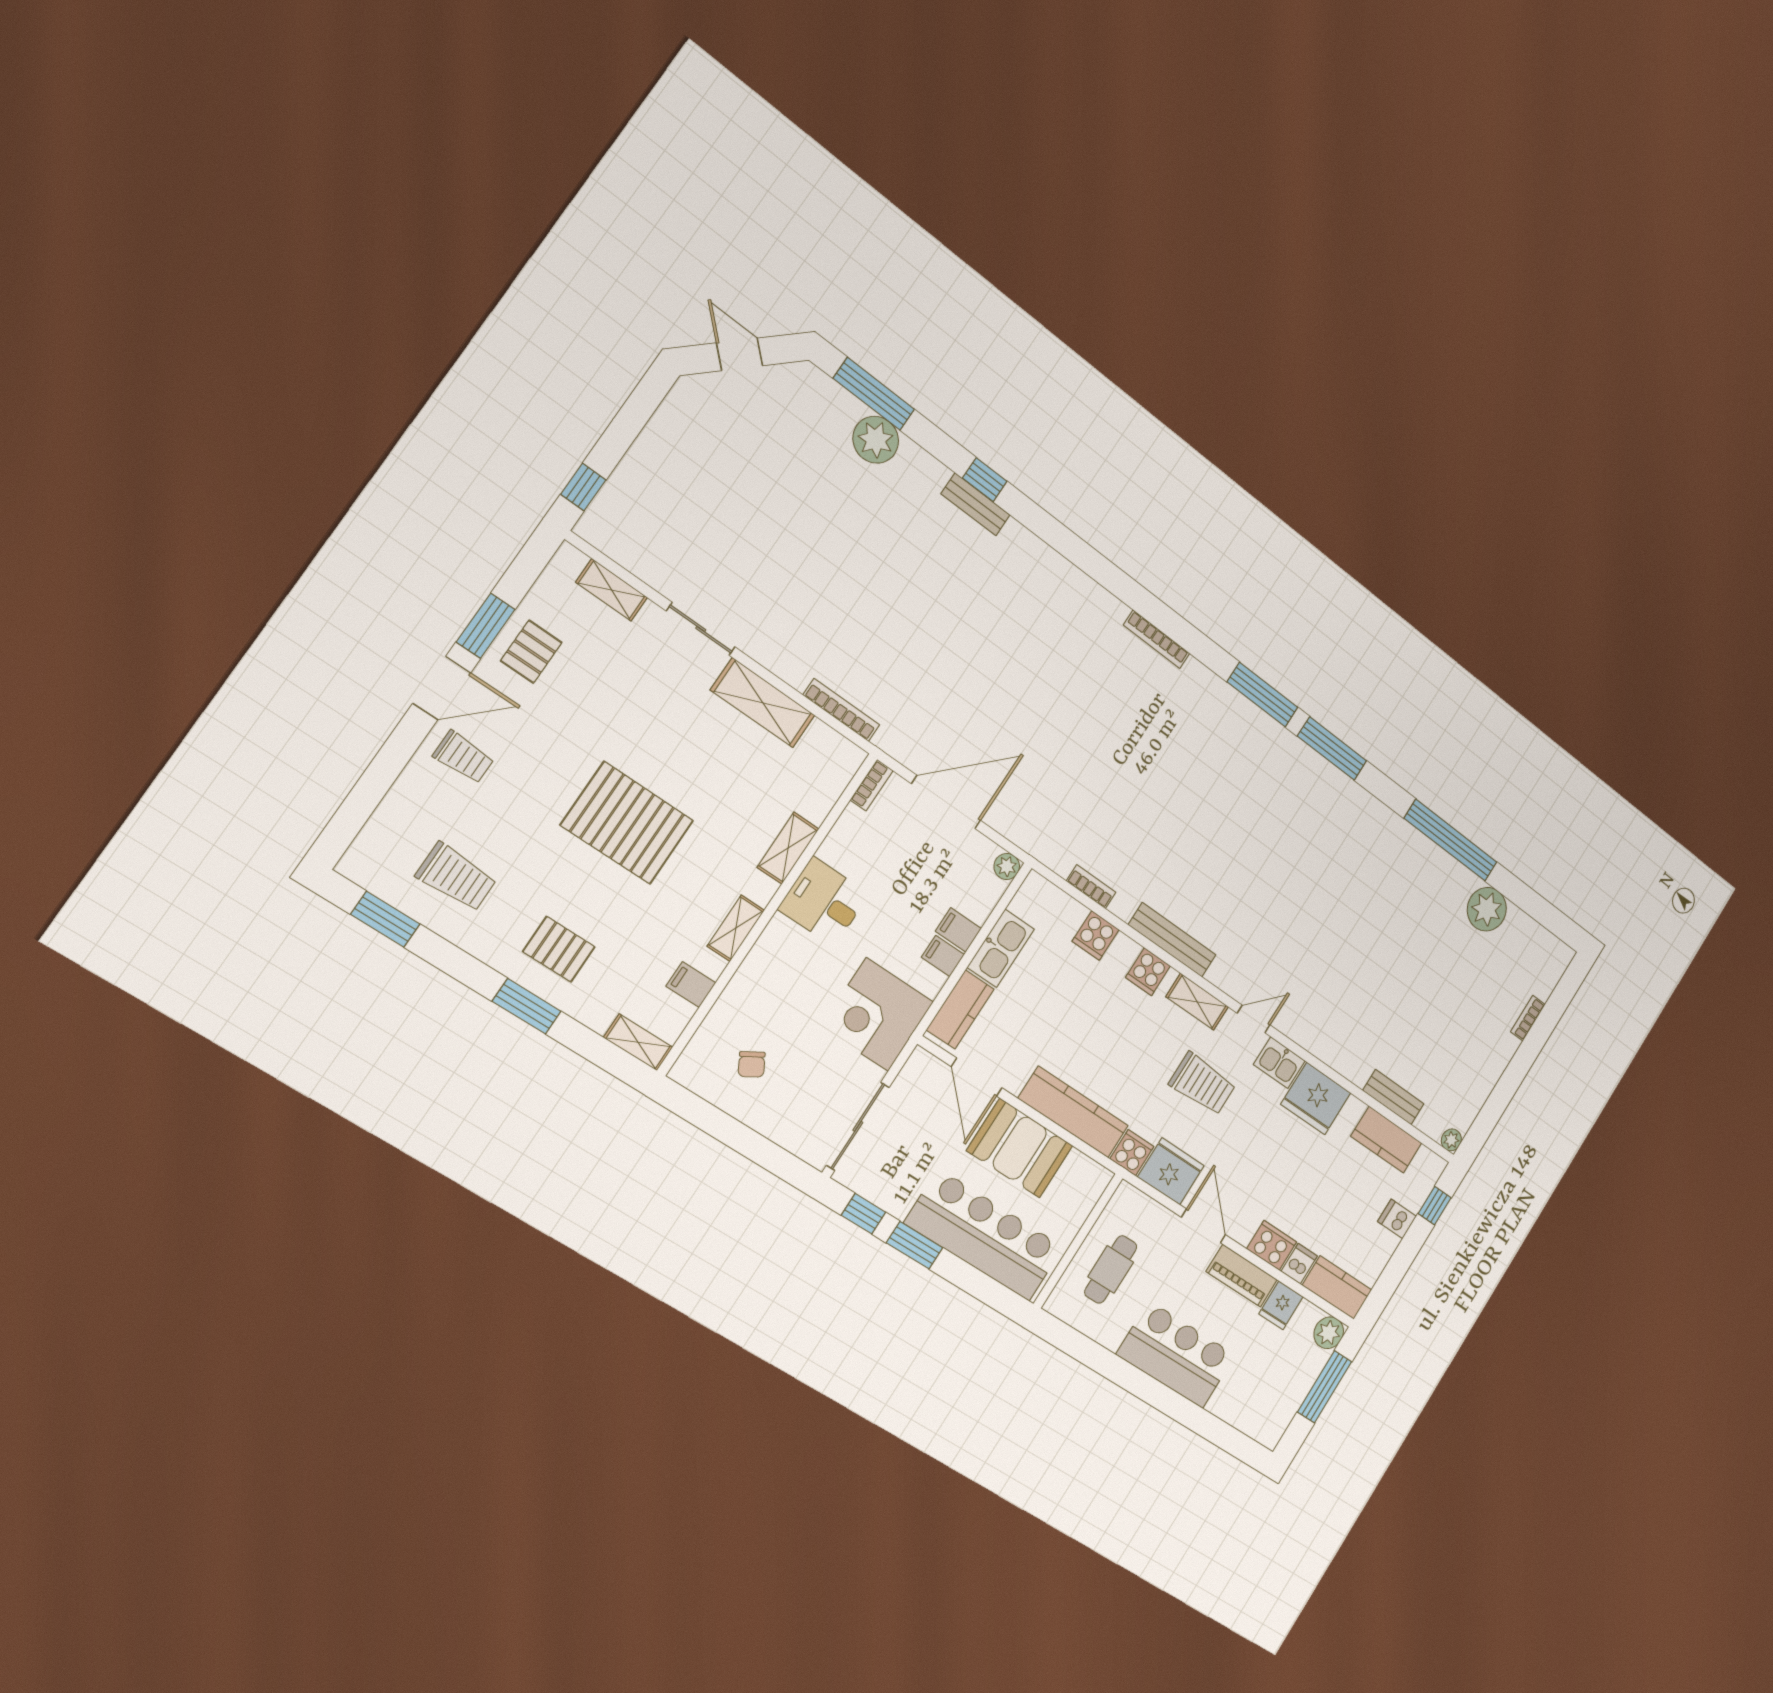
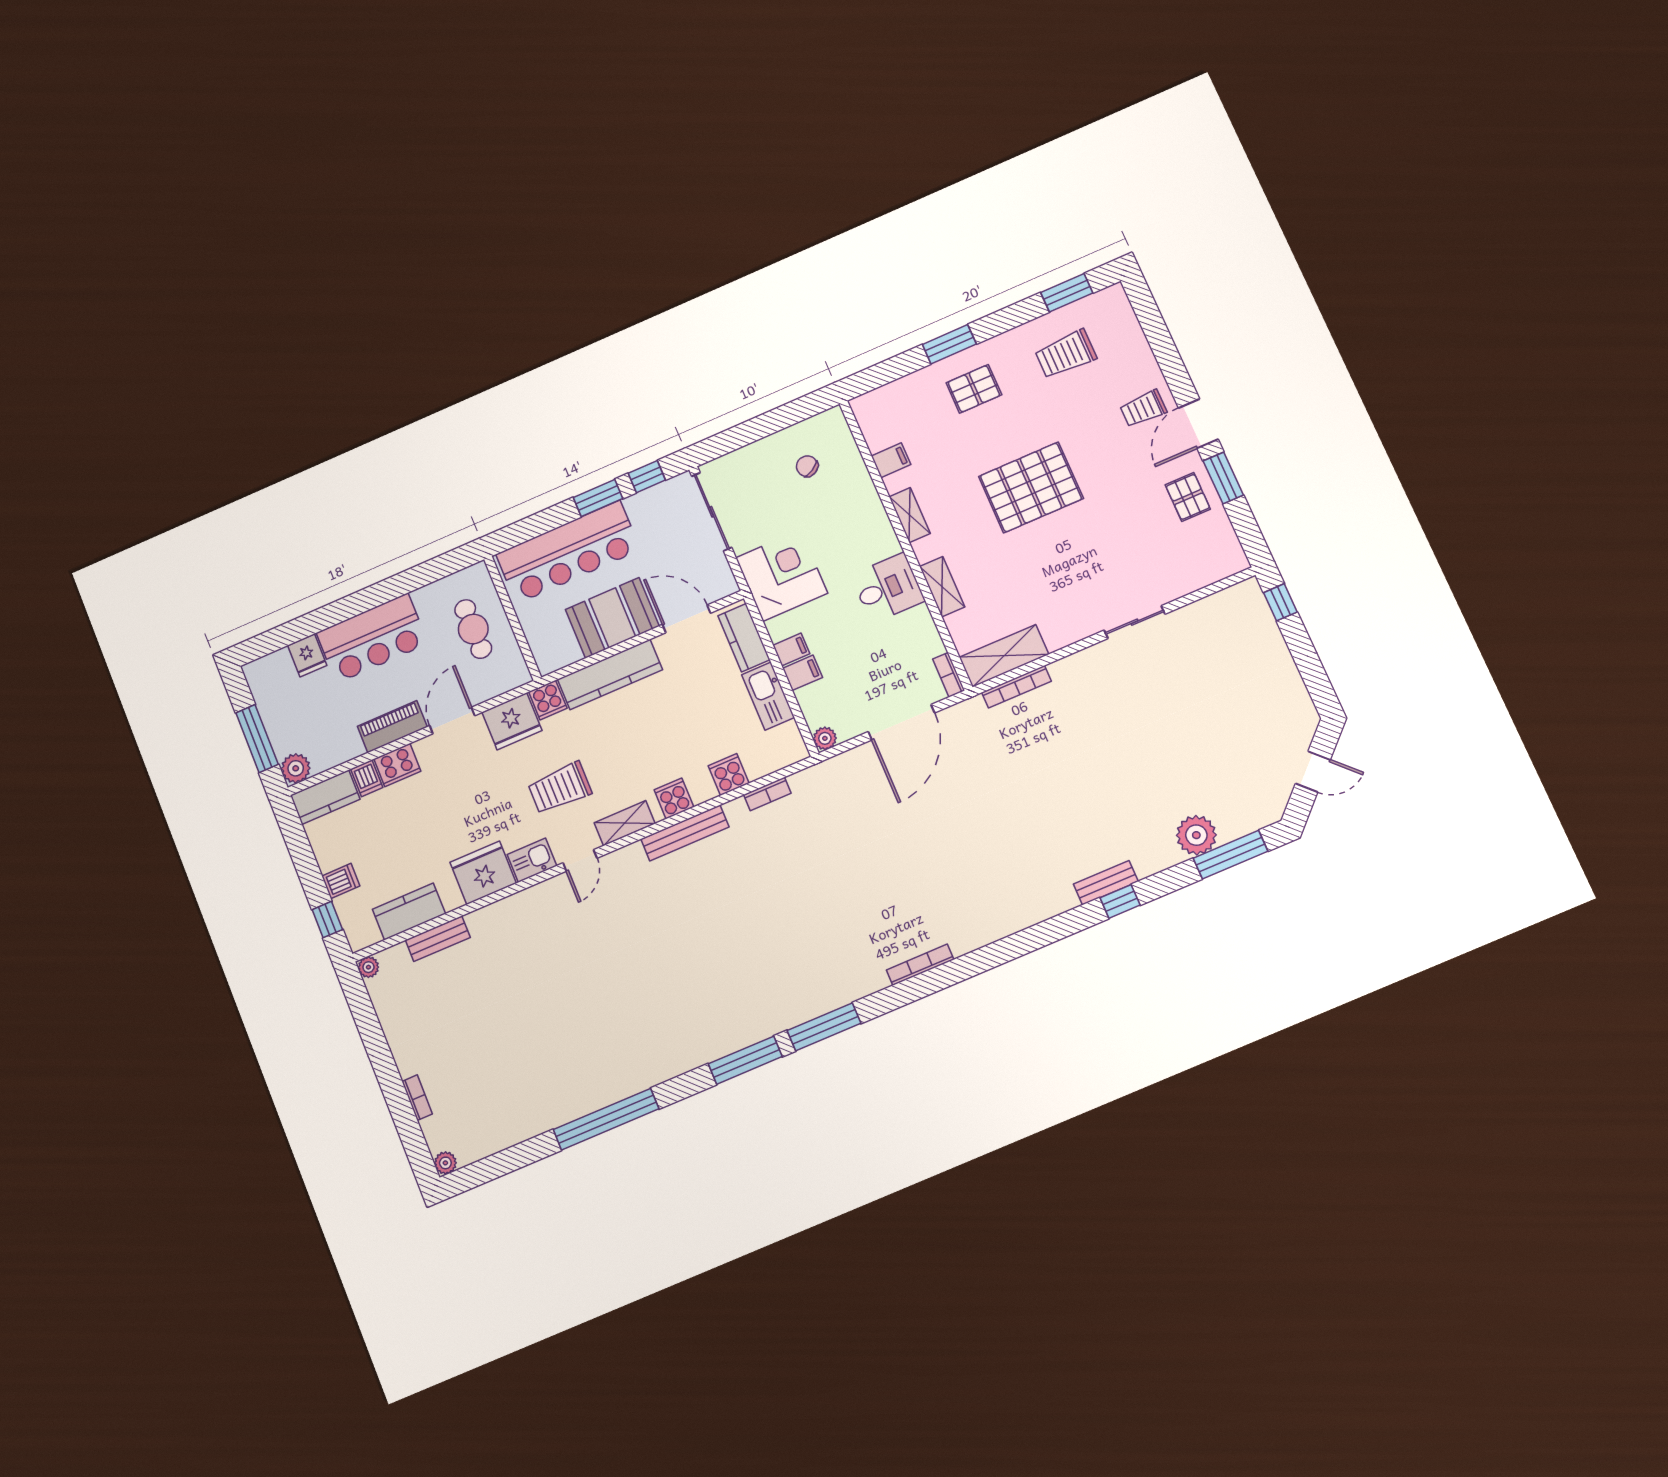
shelving: (612, 590) -> (1198, 577), removed
shelving: (763, 703) -> (1004, 656), moved
plant: (1487, 909) -> (445, 1163), moved, width x0.53, depth x0.53
shelving: (638, 1042) -> (875, 400), removed
door: (1204, 1226) -> (452, 721), swing flipped
fridge: (1281, 1305) -> (307, 655), moved, turned 180

